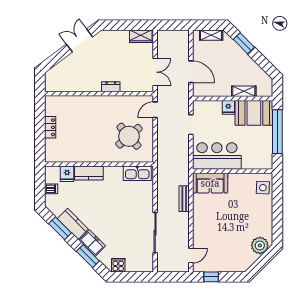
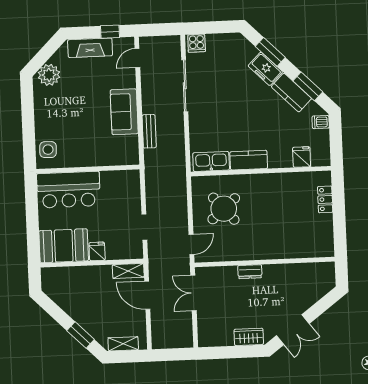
wardrobe: (141, 36) -> (249, 337), moved
shelving: (244, 91) -> (128, 271), moved
locker: (50, 127) -> (325, 199), moved
window: (277, 132) -> (32, 223), removed
bar counter: (217, 156) -> (68, 190), moved
kitchen counter: (89, 173) -> (249, 160), moved
sofa: (210, 183) -> (124, 112), moved, turned -90
dishwasher: (51, 189) -> (321, 122), moved
cooker: (118, 265) -> (197, 43), moved
fireplace: (227, 265) -> (90, 48), added

